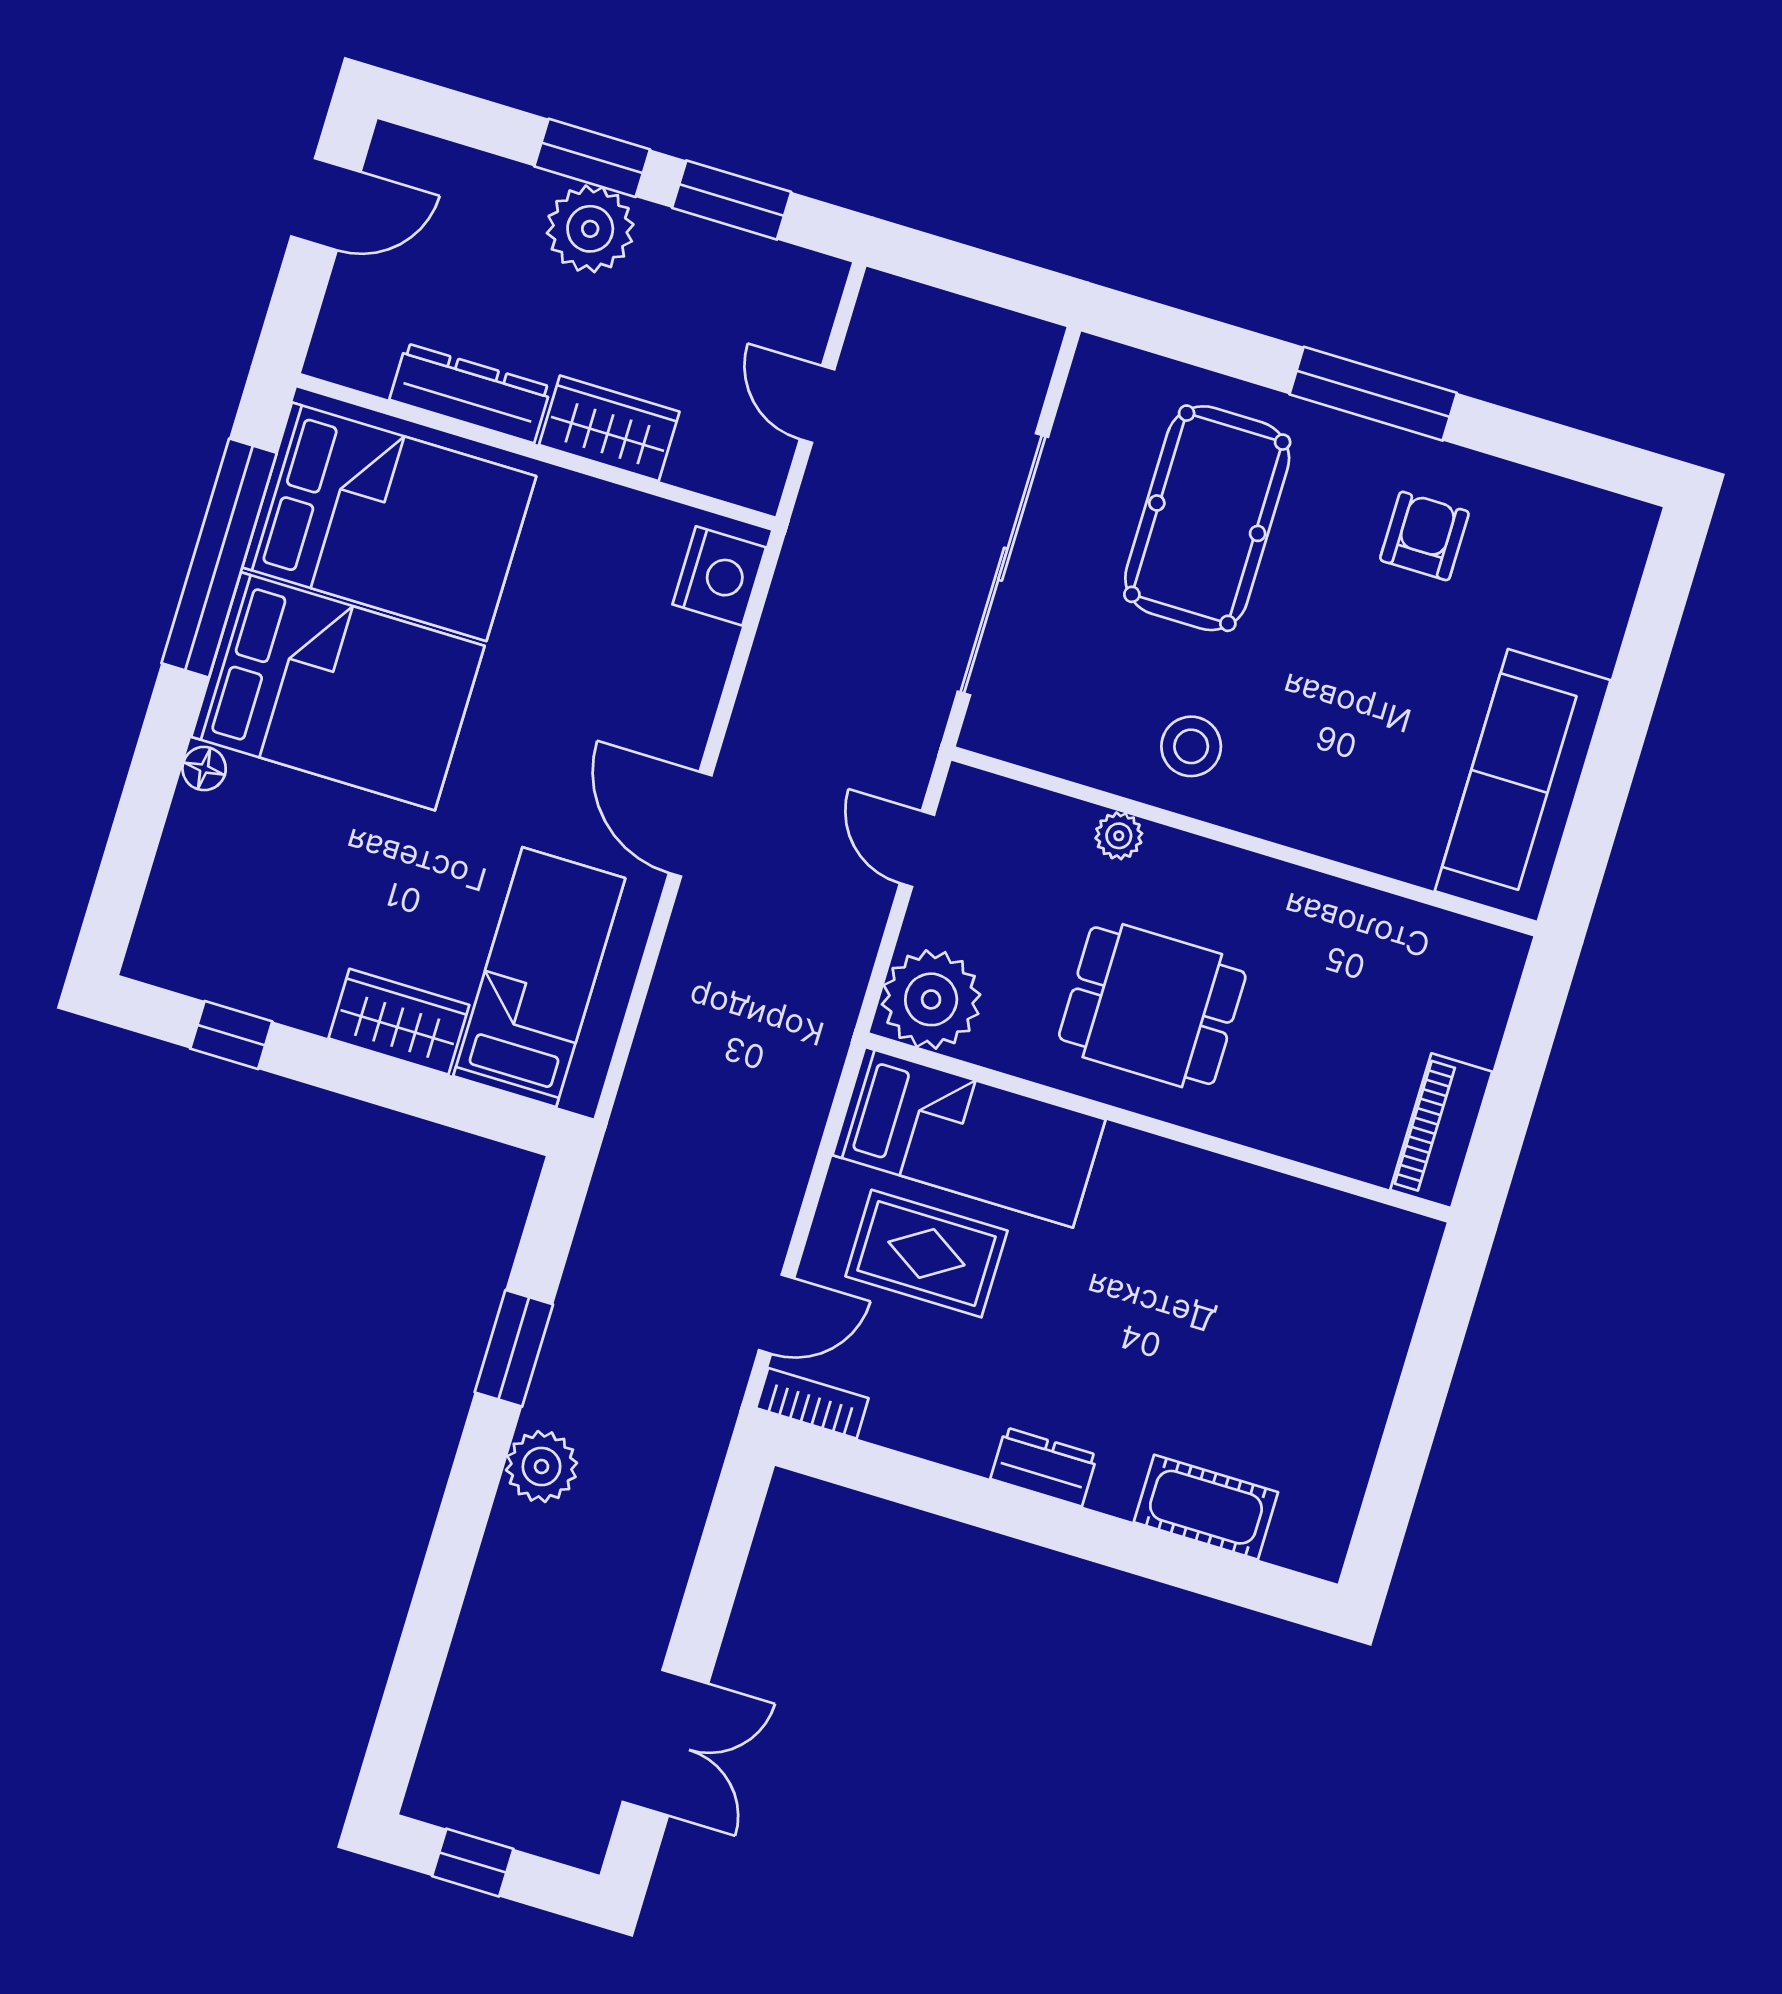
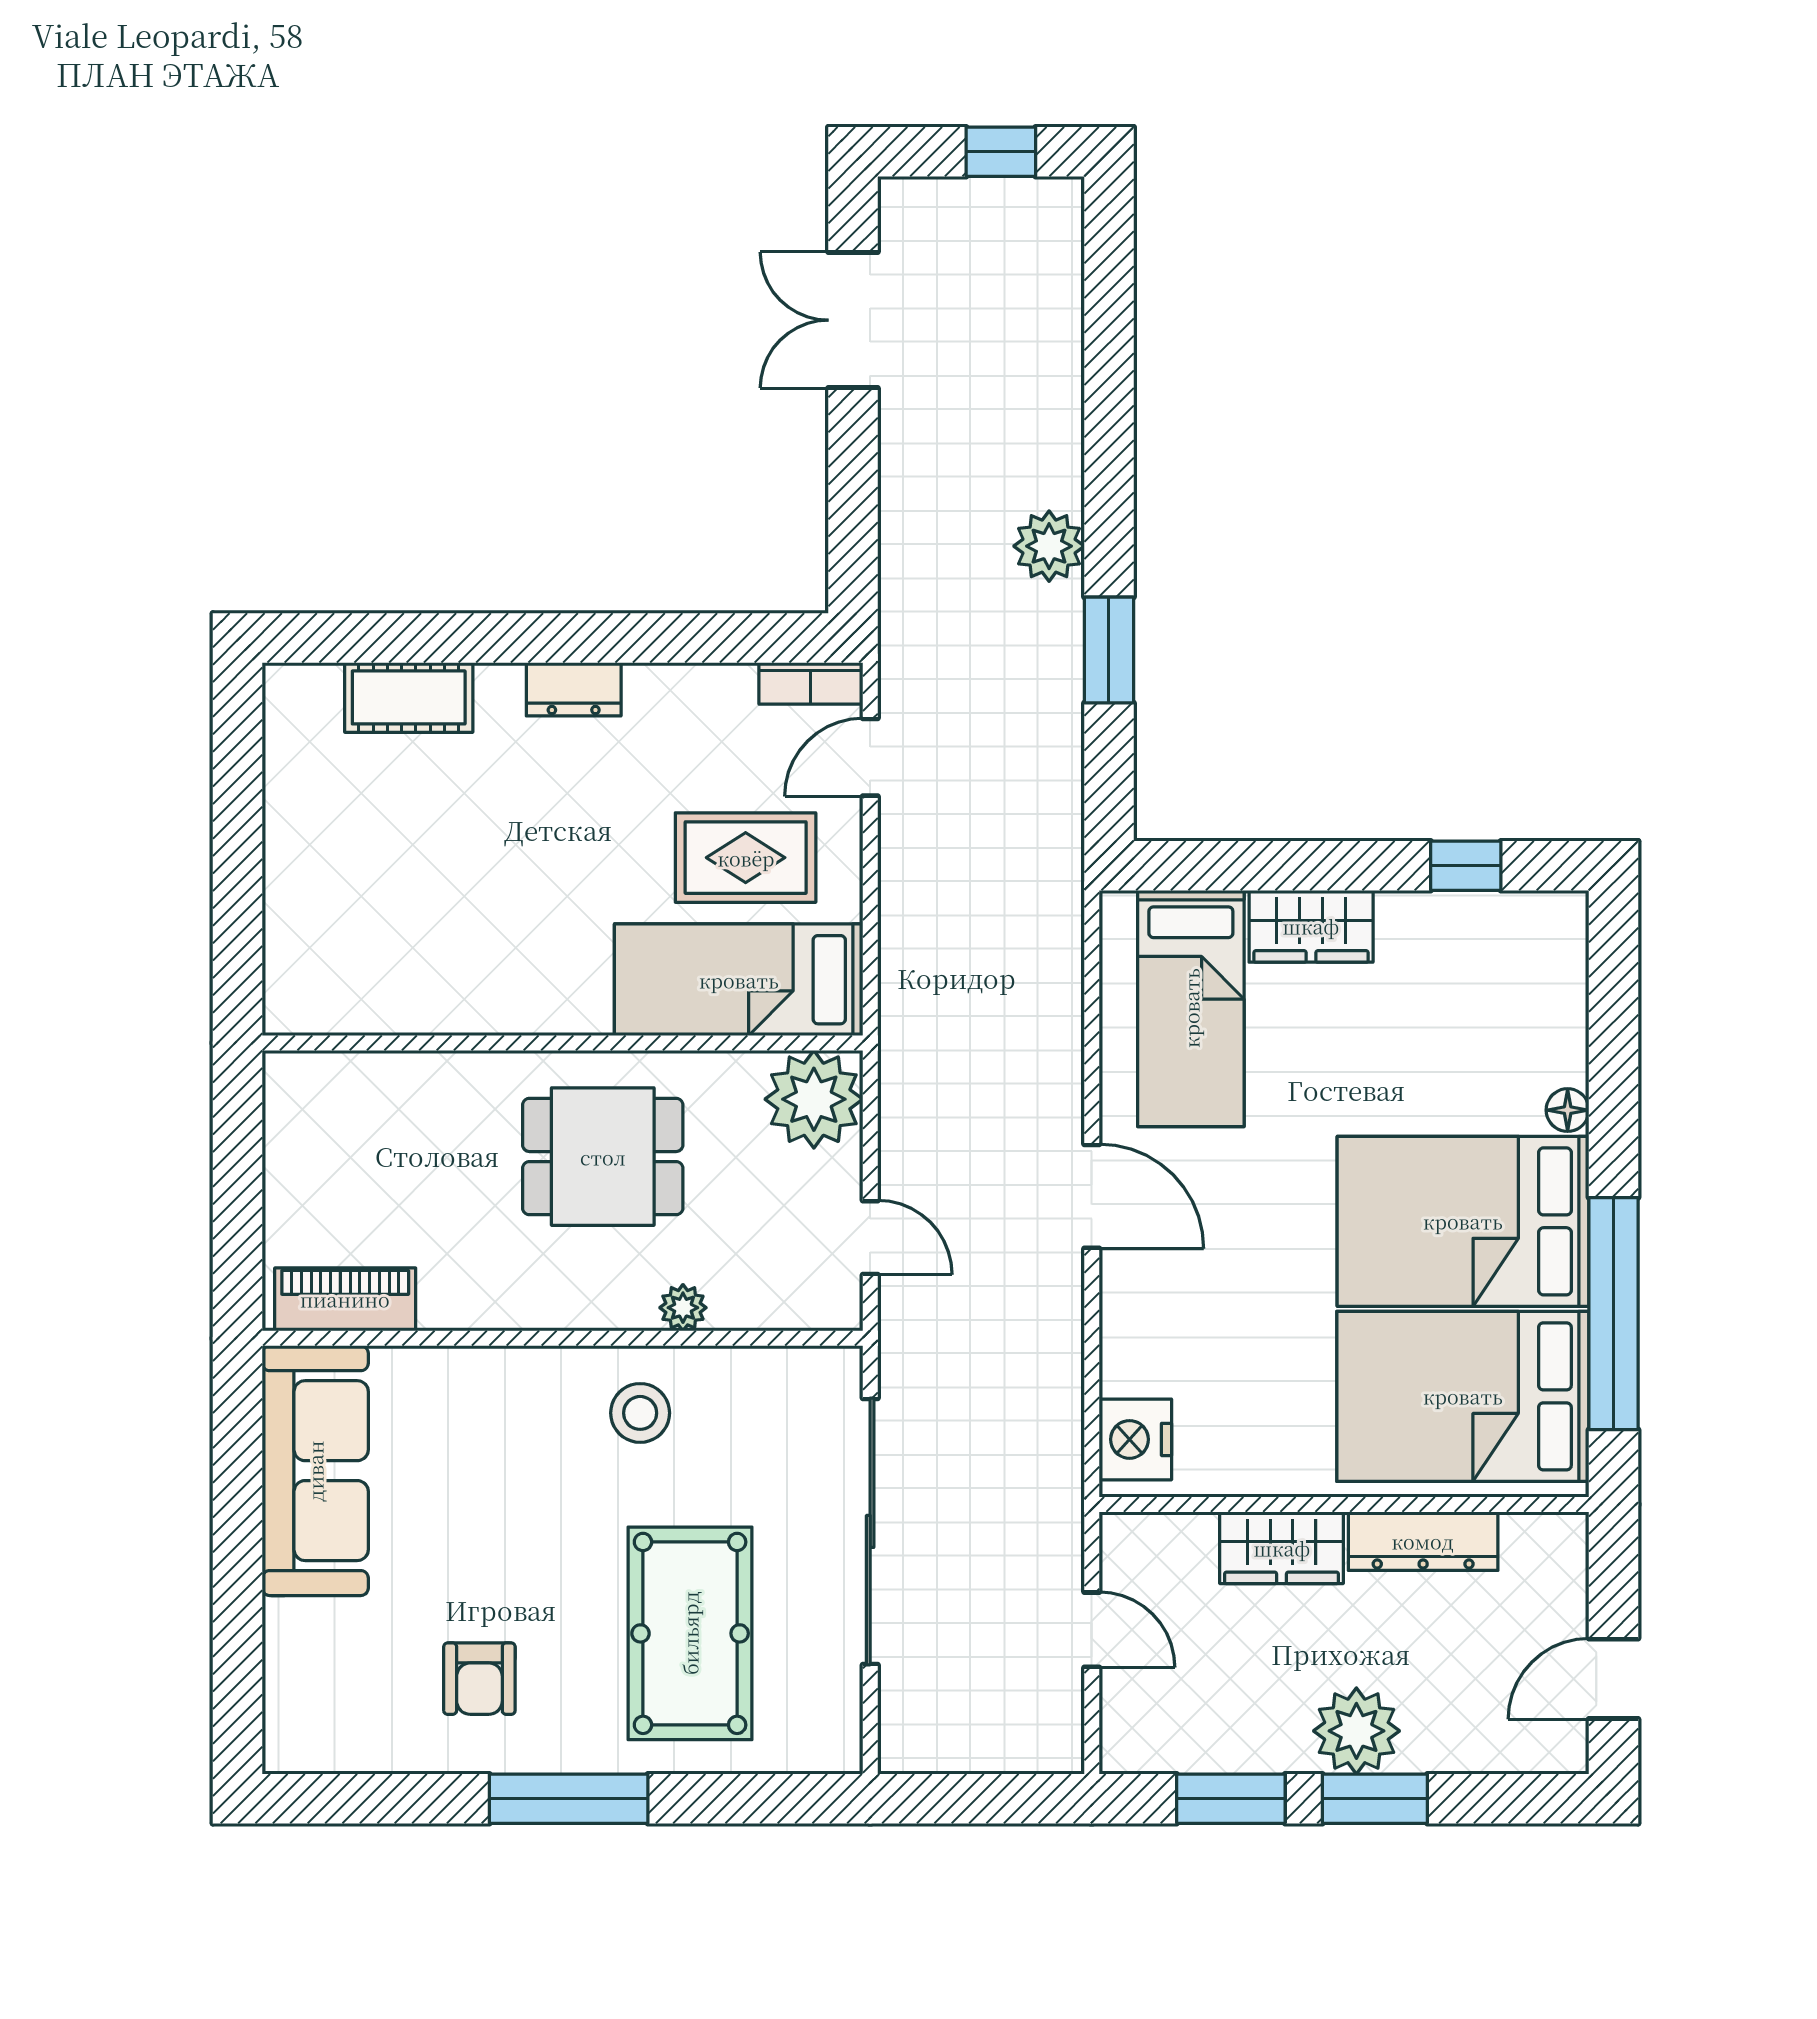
piano: (1441, 1131) -> (345, 1299), moved, turned -90

